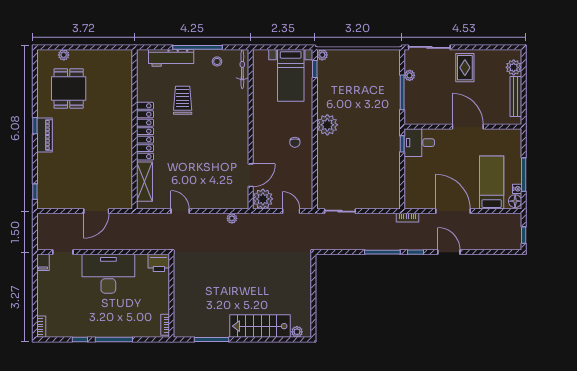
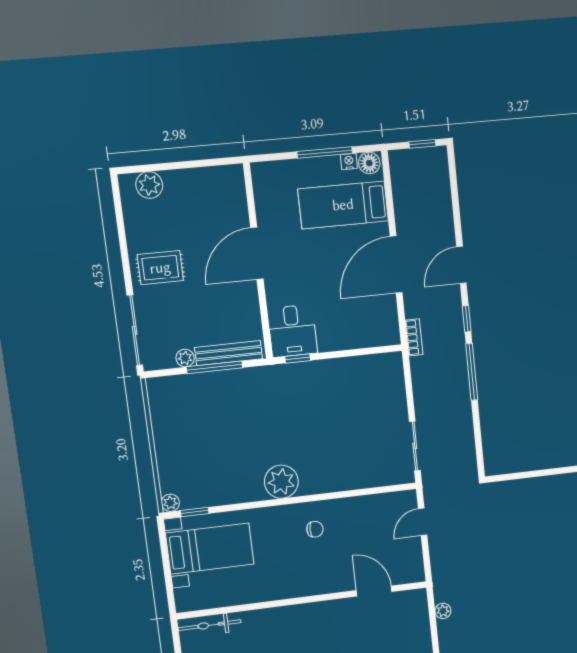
bench: (516, 97) -> (229, 353), moved
plant: (263, 199) -> (408, 568), removed

